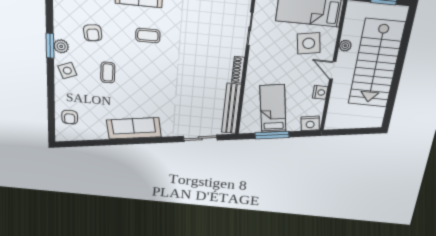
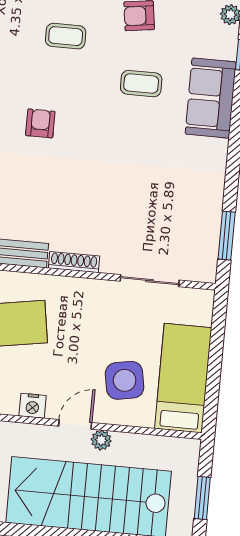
coffee table: (148, 36) -> (141, 84), moved, turned 90
plant: (345, 46) -> (101, 440), moved
armchair: (158, 86) -> (40, 123), added

